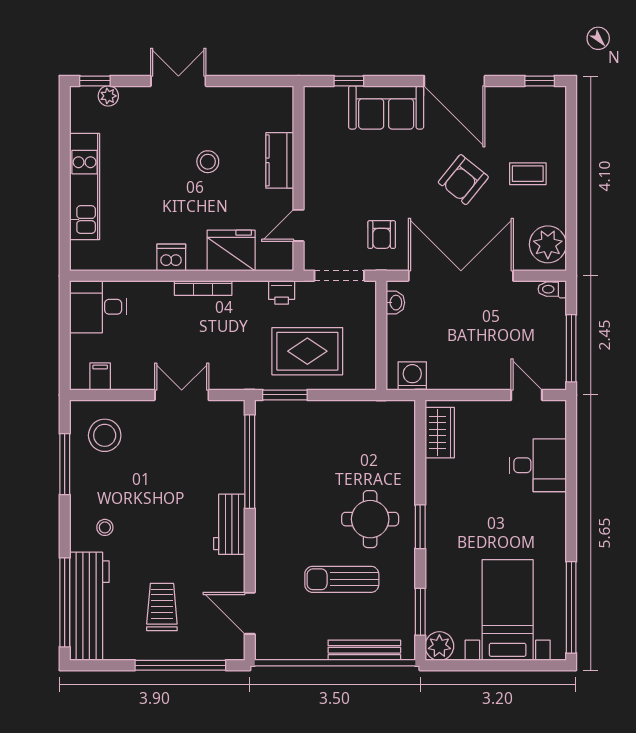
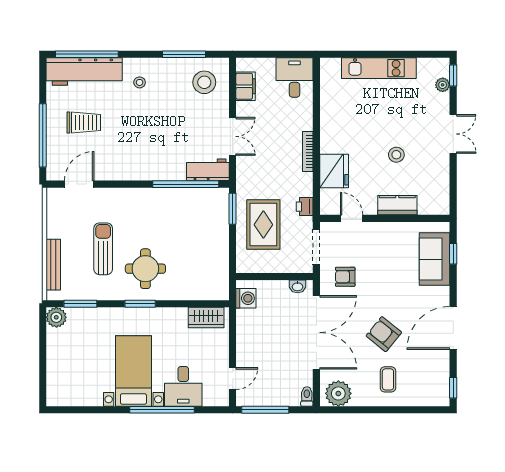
sofa: (386, 107) -> (434, 259), moved
dishwasher: (171, 257) -> (329, 129), removed
filing cabinet: (100, 377) -> (246, 86), width x2.00
workbench: (229, 524) -> (208, 170), moved
window: (571, 607) -> (162, 410), moved
bed with nightstands: (508, 610) -> (133, 371), moved, turned -90

